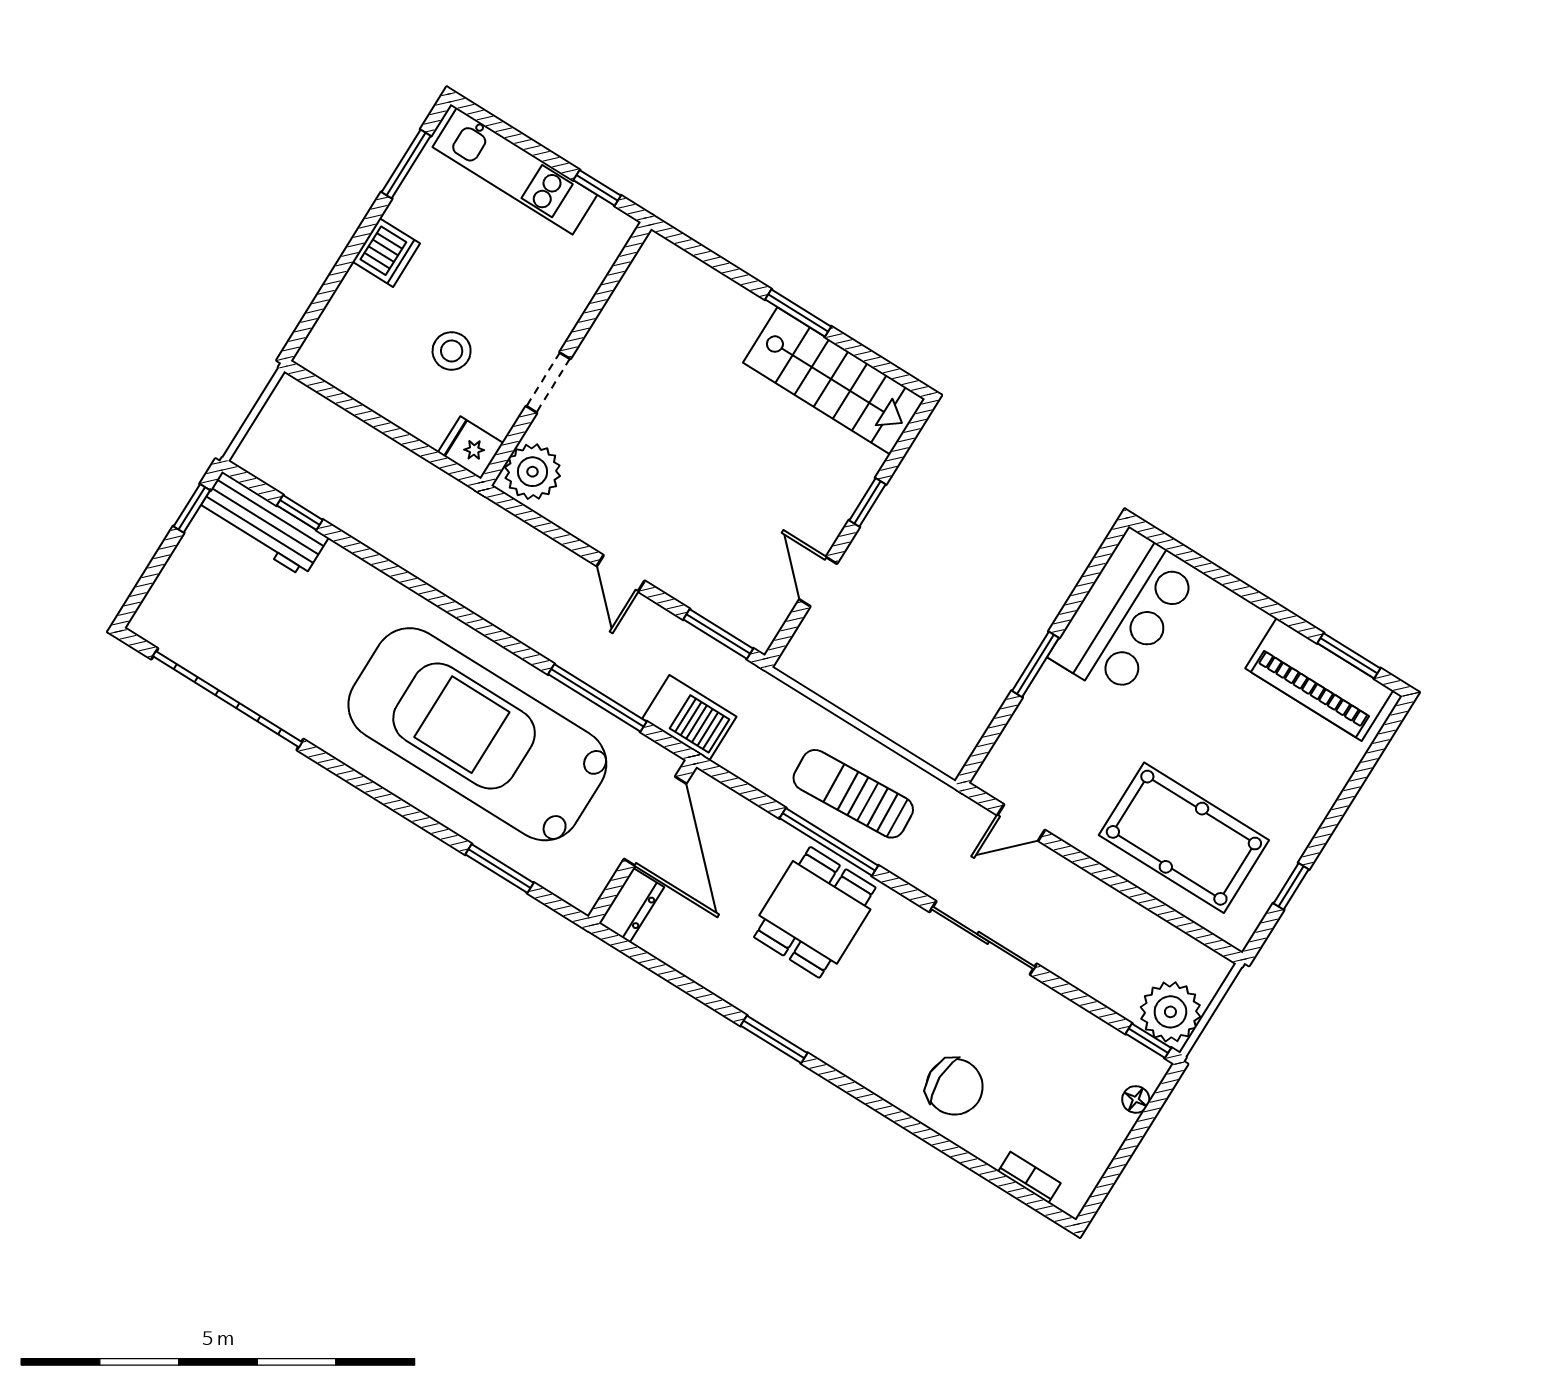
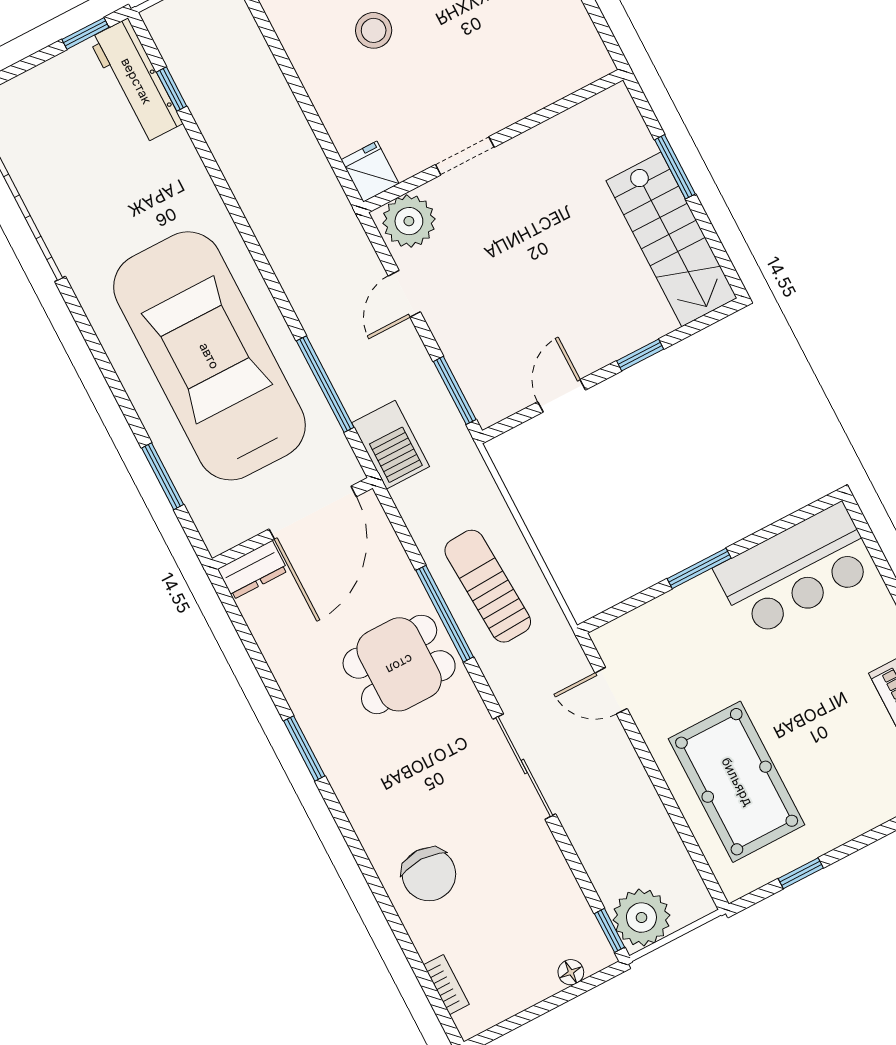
wall: (566, 354) -> (493, 141), moved
doorway: (548, 383) -> (465, 156), moved
fridge: (471, 448) -> (370, 172), moved
plant: (533, 472) -> (409, 221), moved

